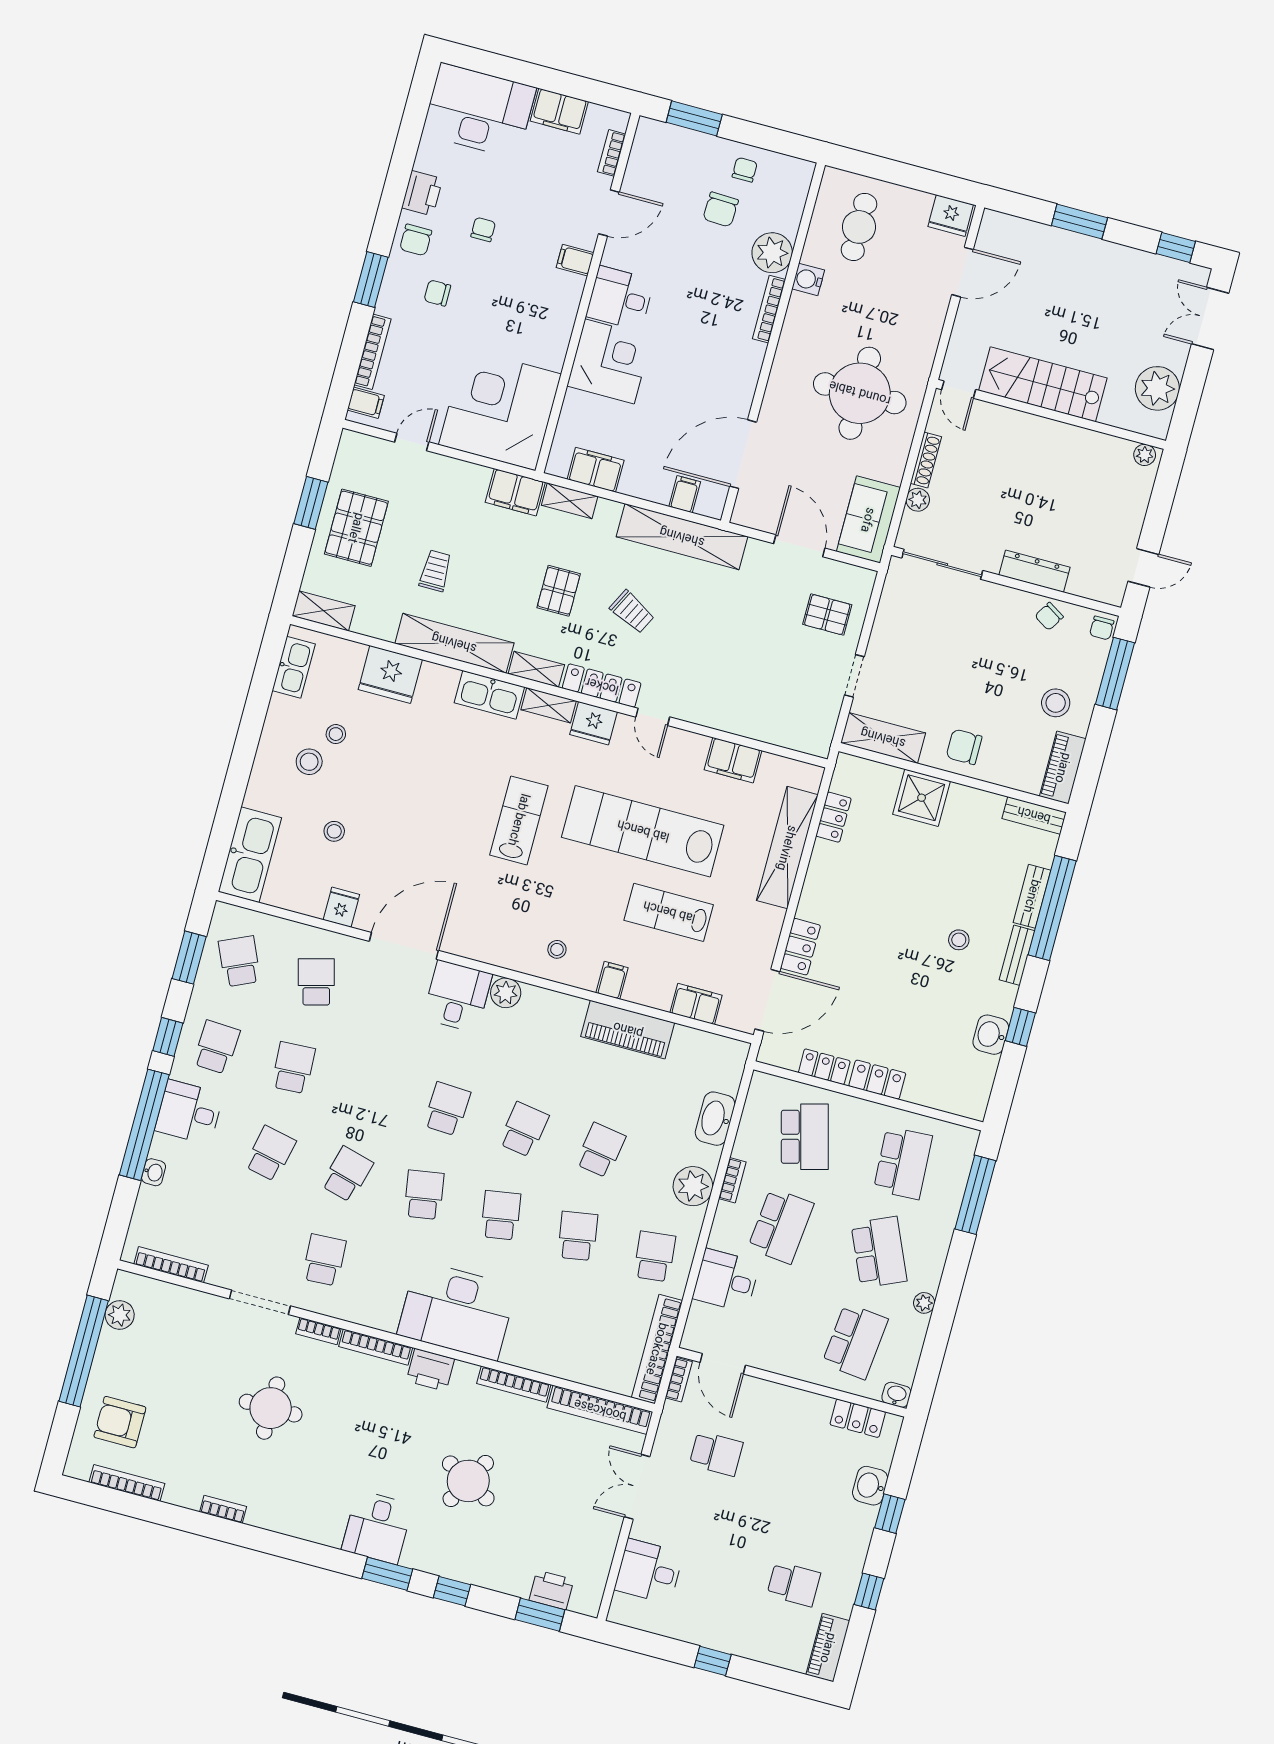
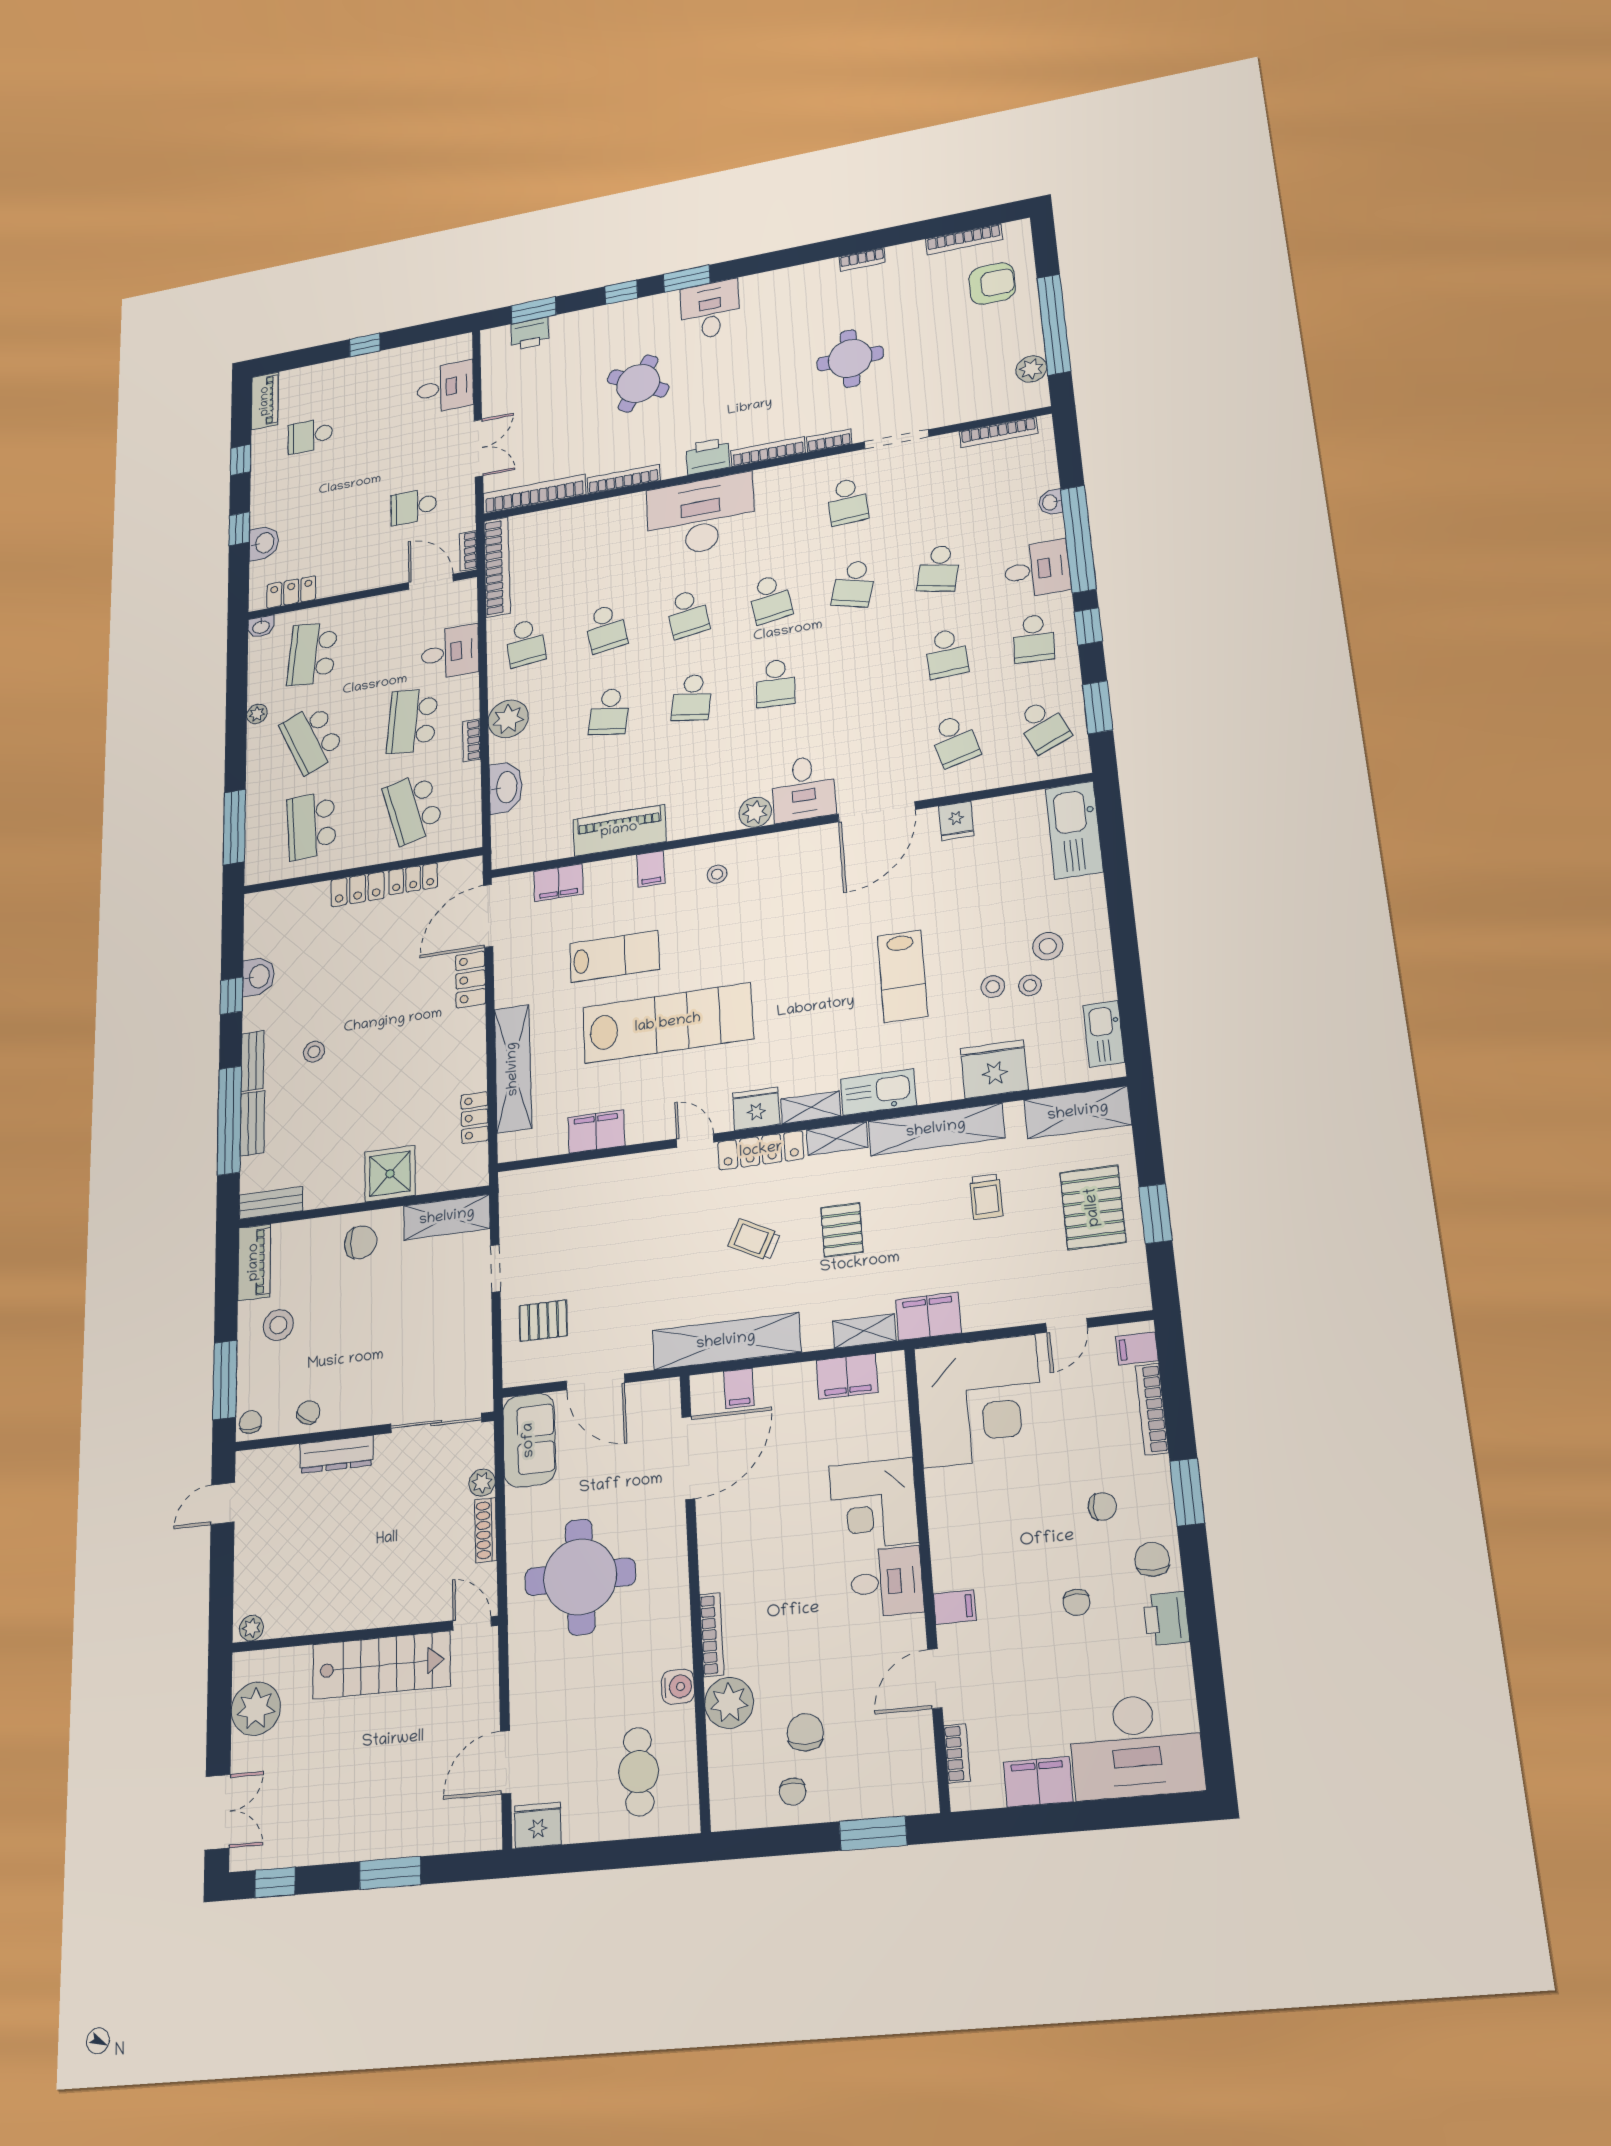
shelving: (324, 611) -> (1078, 1112), width x1.50, depth x1.33
lab bench: (519, 820) -> (903, 976), moved
stool: (334, 831) -> (993, 987), moved

